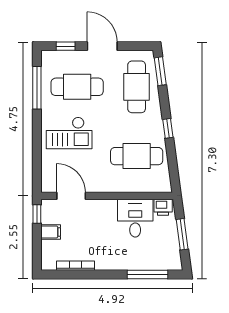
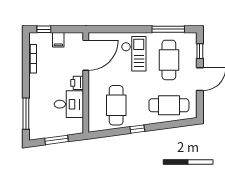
window: (160, 71) -> (181, 123), removed
checkout: (69, 133) -> (134, 54), turned 180
door: (71, 196) -> (86, 55), width x1.36
printer: (163, 207) -> (77, 83), moved
window: (37, 214) -> (44, 29), moved

